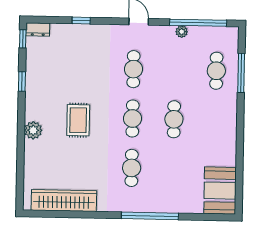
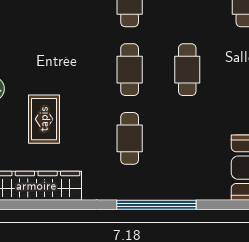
rug: (78, 120) -> (44, 119), moved

